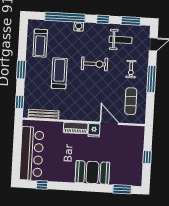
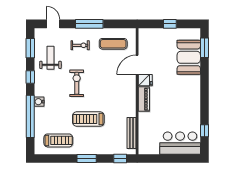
bar counter: (32, 154) -> (180, 143), width x0.73
booth: (92, 172) -> (189, 57), moved

